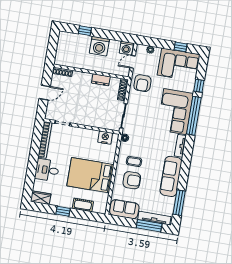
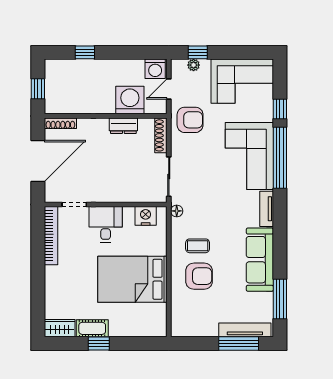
washing machine: (99, 46) -> (130, 100), moved, turned 180
window: (180, 47) -> (198, 52), moved
window: (52, 48) -> (38, 89), added
armchair: (142, 83) -> (190, 120), turned -90
door: (45, 93) -> (38, 161), width x1.87
desk: (47, 170) -> (106, 224), moved, turned 90
cot: (83, 205) -> (92, 328), moved
sofa: (124, 209) -> (195, 324), removed

